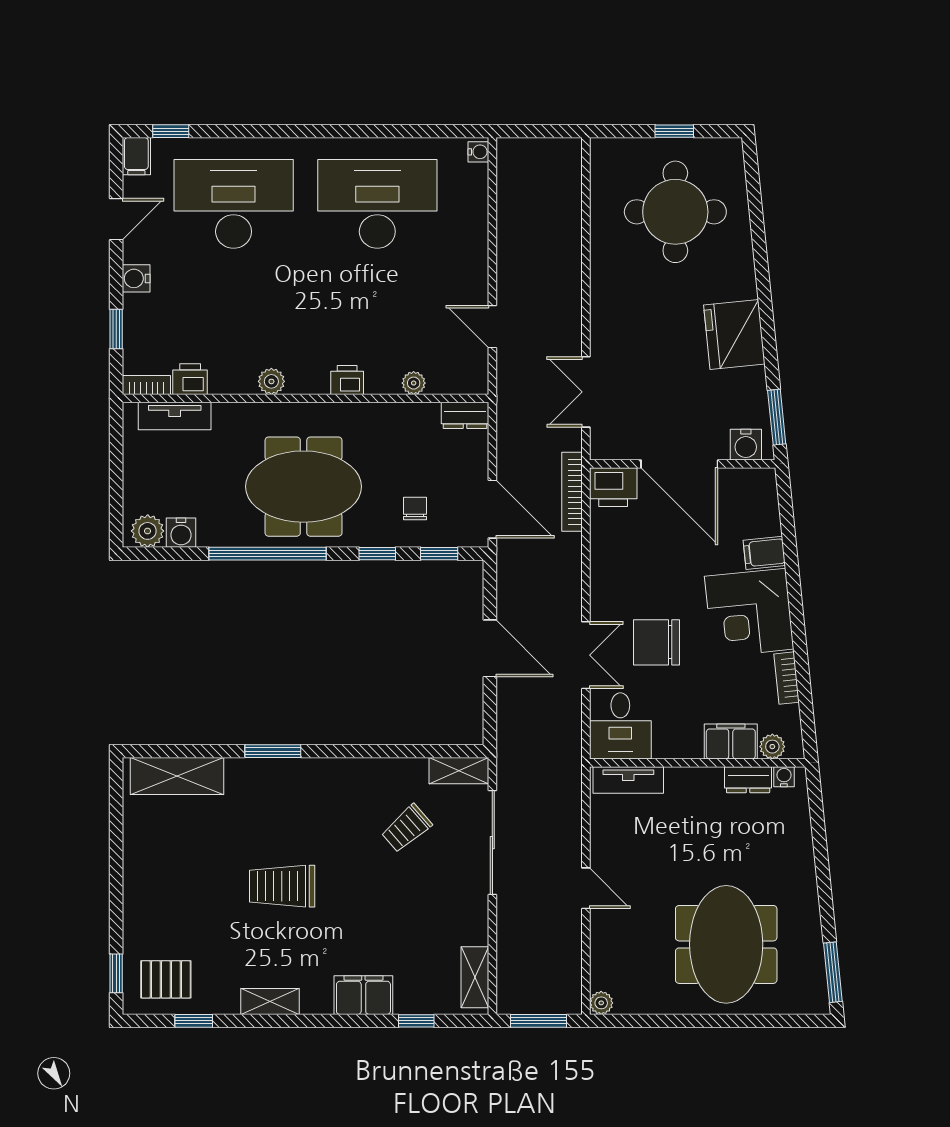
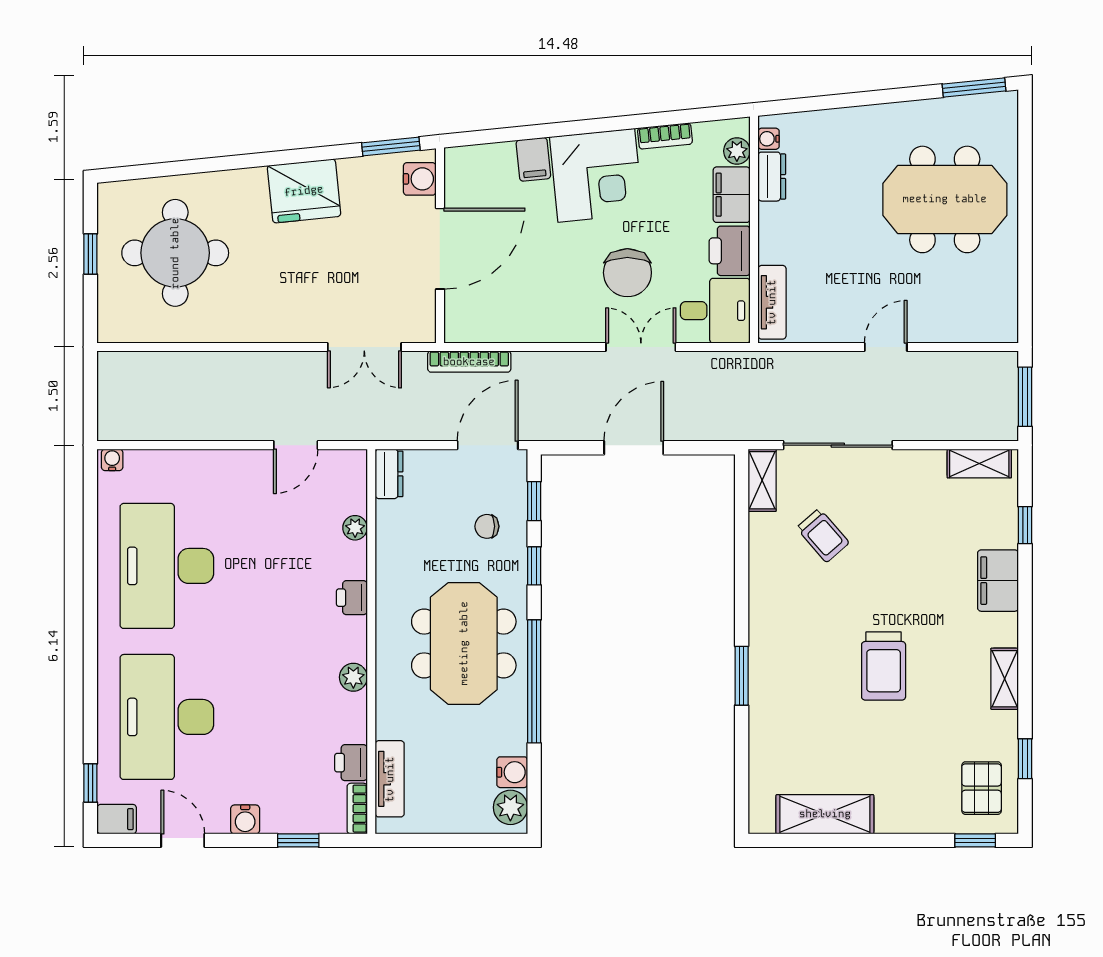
printer: (613, 487) -> (730, 251), moved, turned 180
shelving: (177, 776) -> (825, 814), moved, turned 90
plant: (601, 1003) -> (1006, 331), removed

